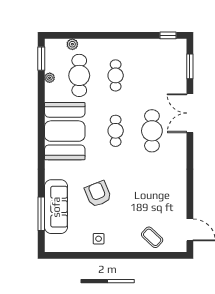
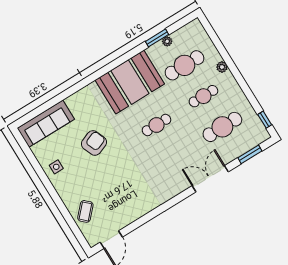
plant: (72, 44) -> (222, 67), moved
window: (41, 59) -> (157, 38), moved
cafe table: (152, 131) -> (222, 127), moved
sofa: (56, 207) -> (46, 124), moved
window: (41, 214) -> (48, 105), removed

